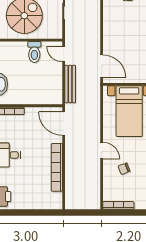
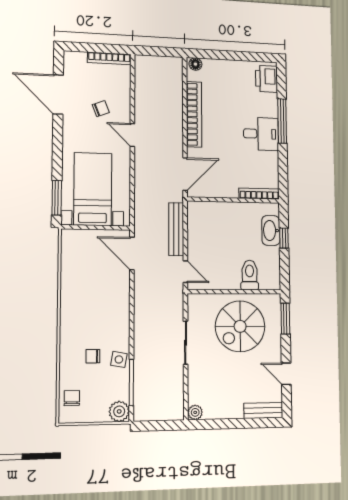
toilet: (34, 52) -> (250, 275), moved
door: (64, 124) -> (185, 174), hinge flipped
floor lamp: (56, 205) -> (195, 64), added

